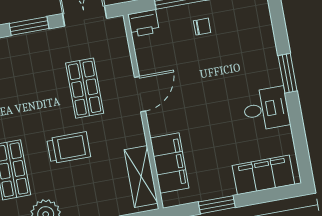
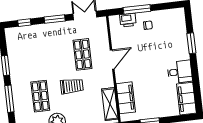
printer: (144, 23) -> (128, 20), moved
window: (288, 73) -> (191, 43), moved
filing cabinet: (263, 175) -> (186, 99), moved, turned -90

